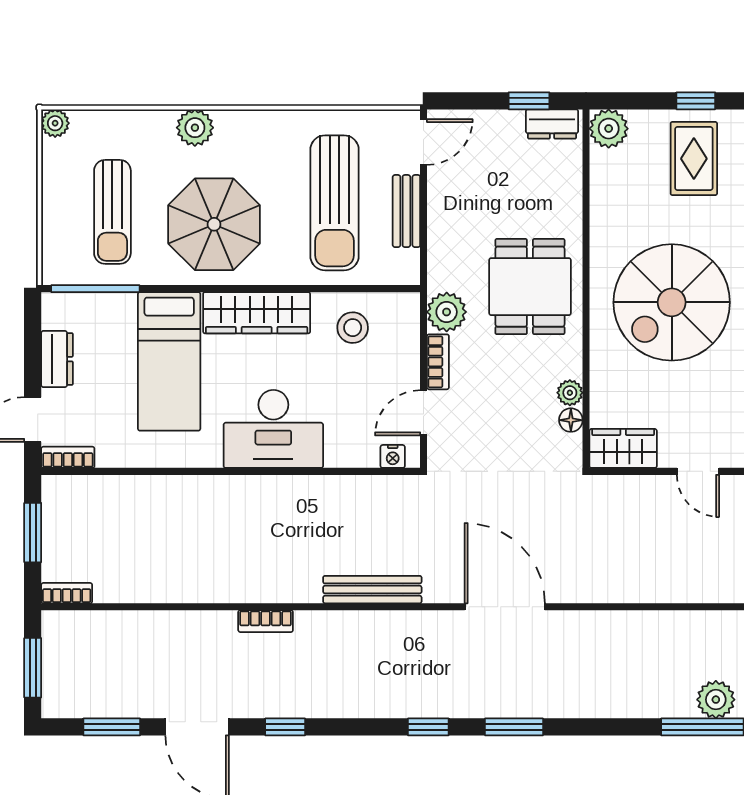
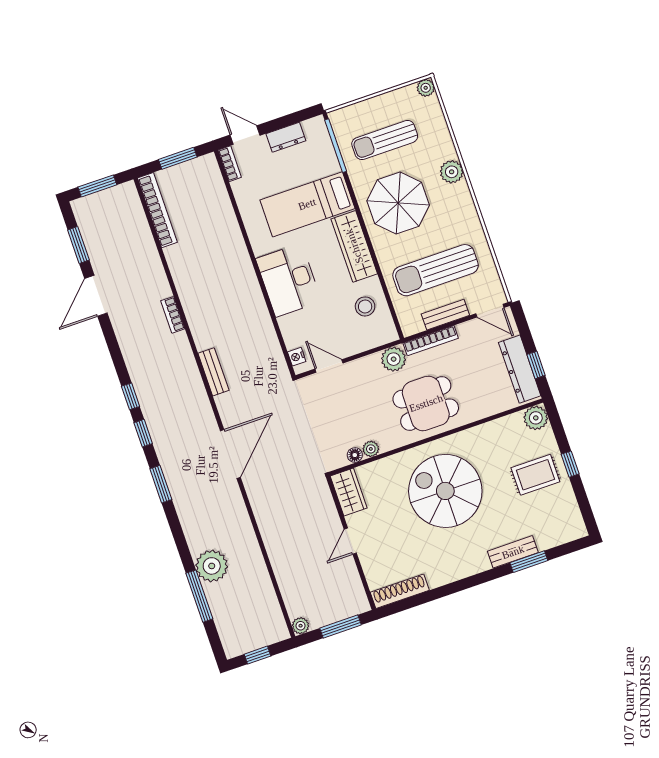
dresser: (552, 124) -> (520, 369), width x1.96, depth x1.24
bookcase: (438, 362) -> (431, 341), moved, width x1.56
bench: (372, 590) -> (213, 372), width x0.73
bookcase: (67, 593) -> (157, 210), width x2.31, depth x1.31
plant: (716, 700) -> (212, 566), moved, width x1.36, depth x1.36
window: (285, 727) -> (131, 396), moved

